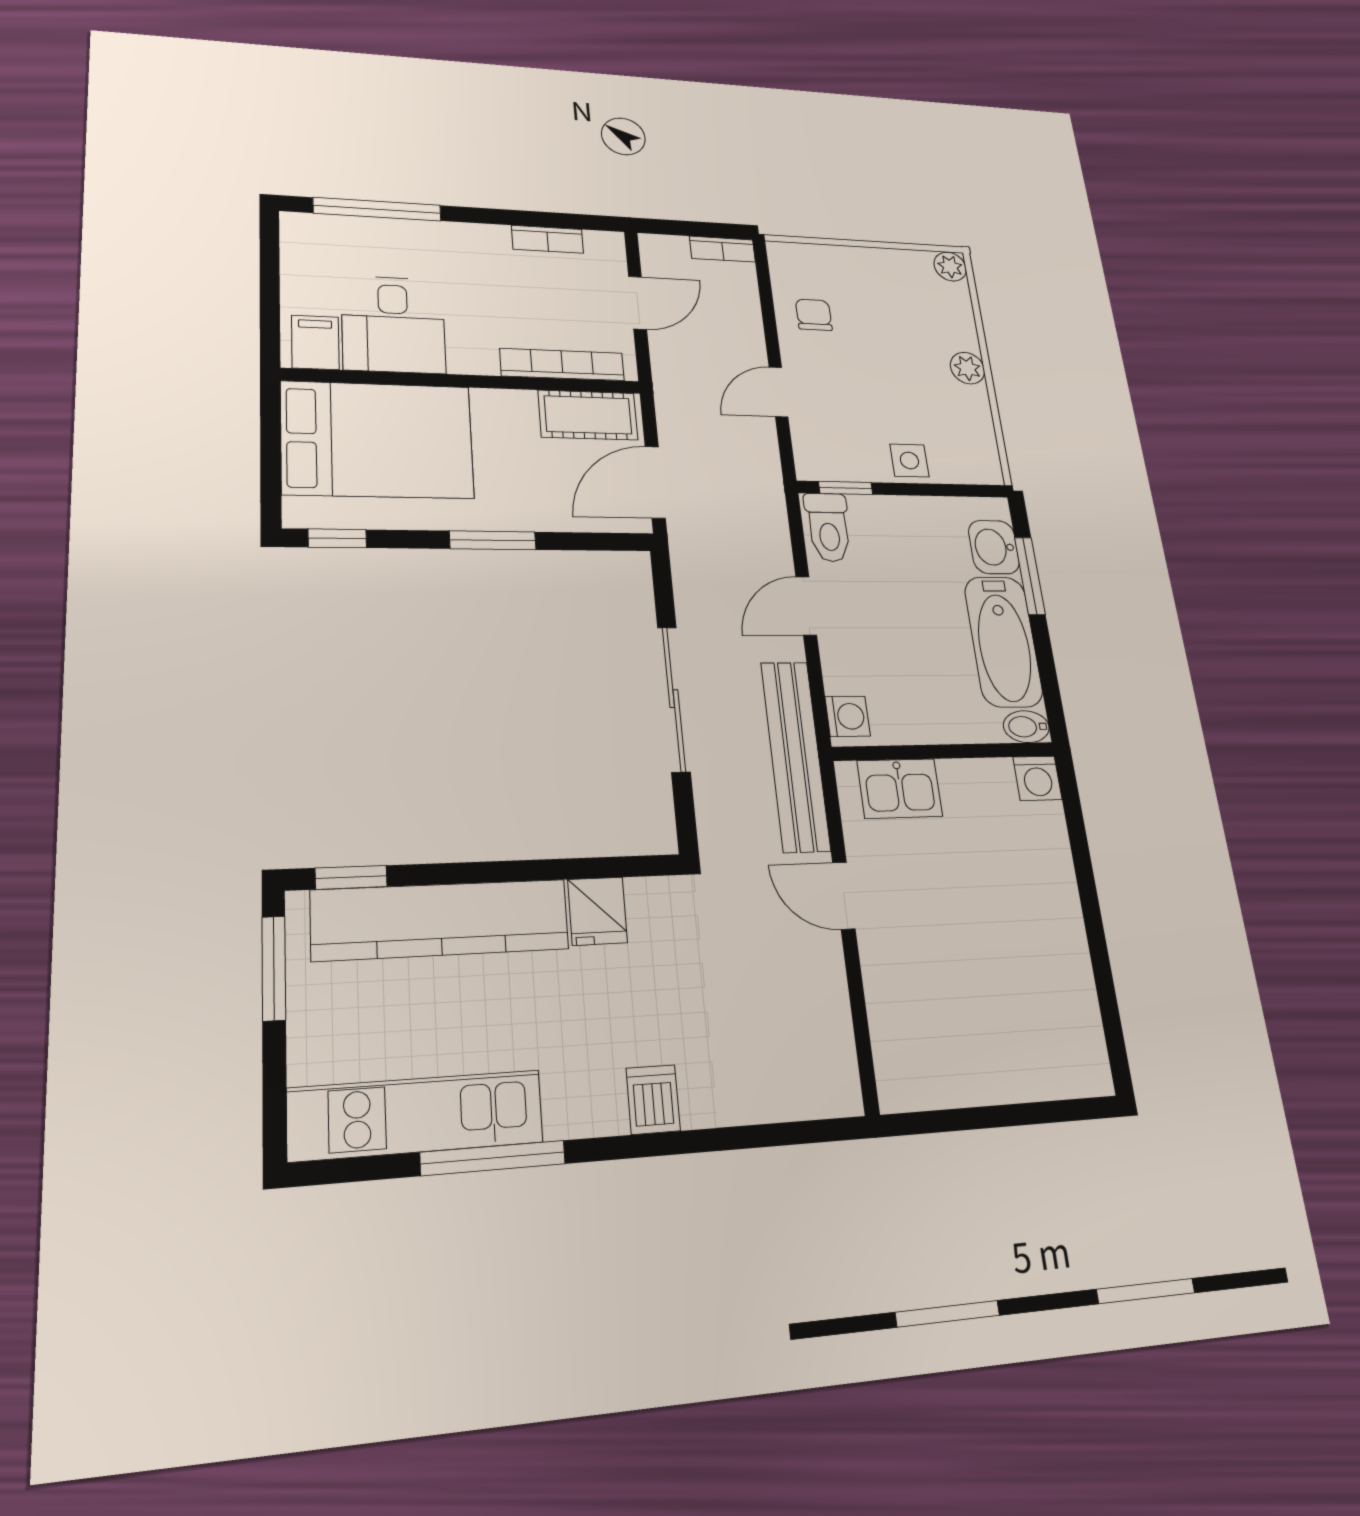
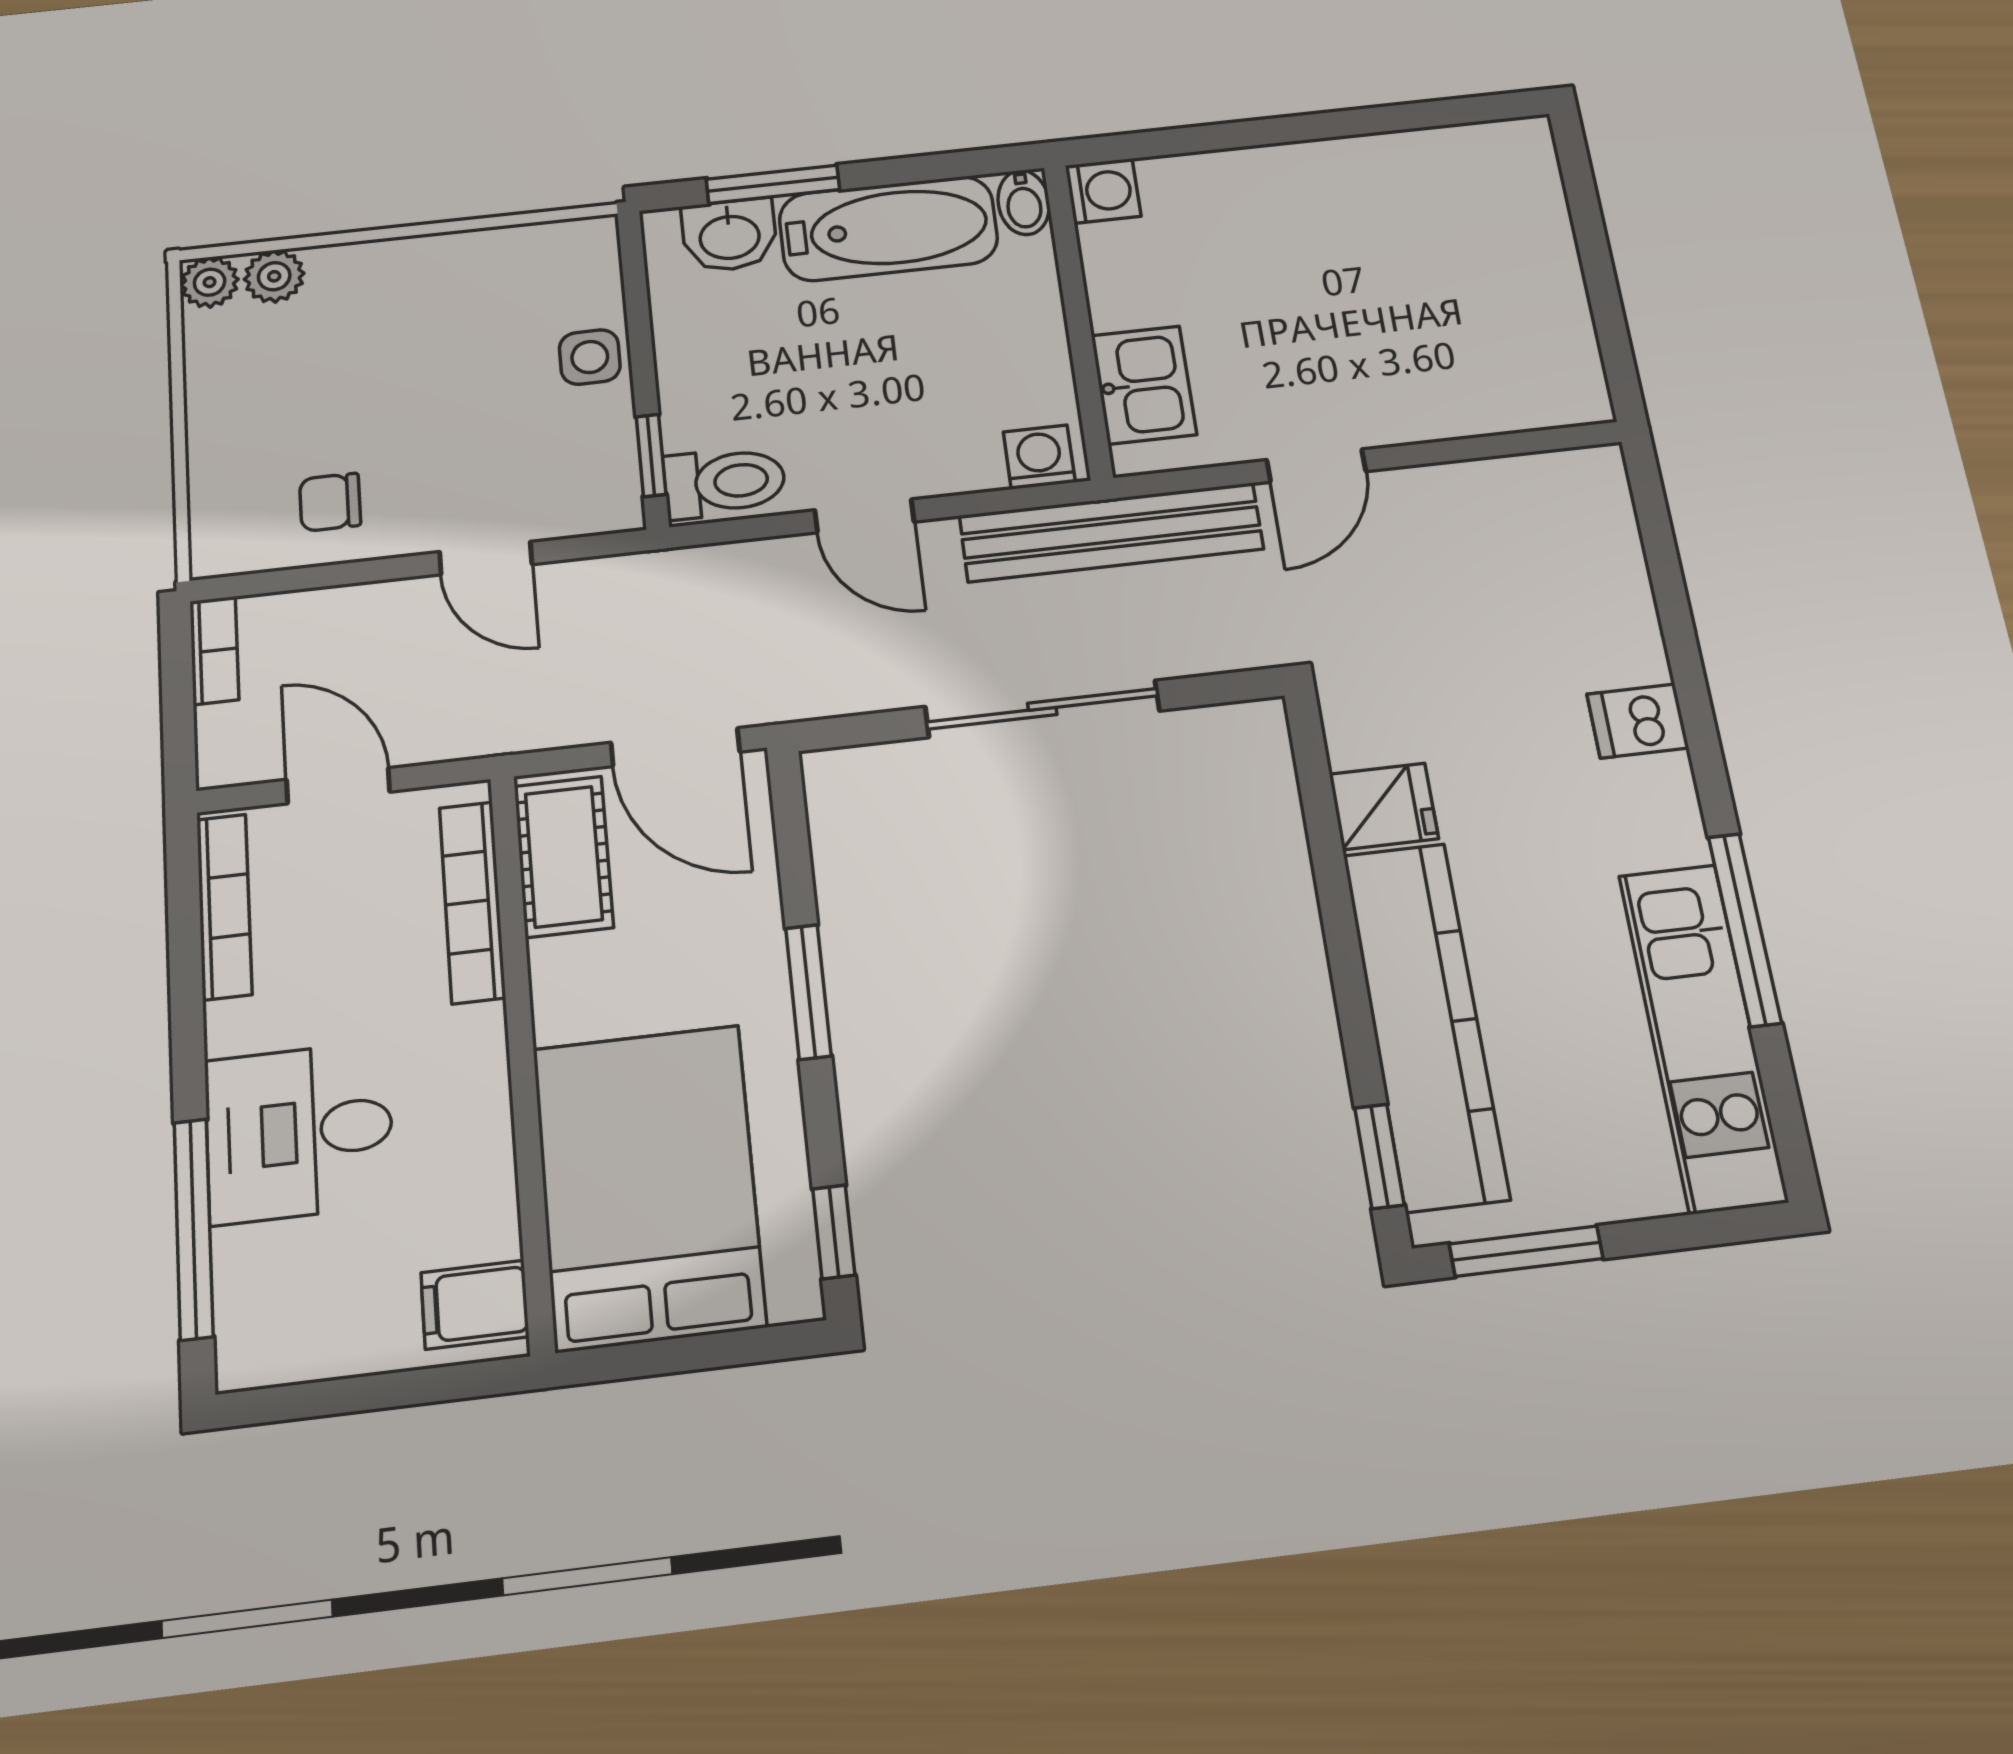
bookcase: (547, 239) -> (224, 906), width x1.56
desk: (393, 325) -> (299, 1132), moved, turned 180
plant: (967, 368) -> (274, 276), moved

